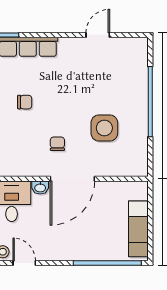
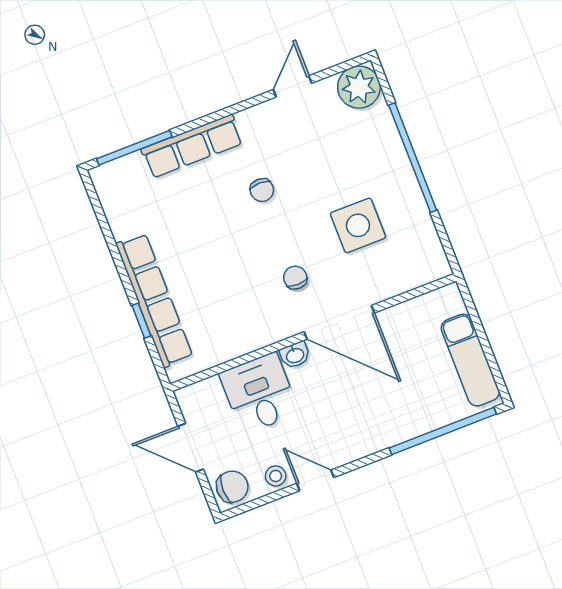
plant: (135, 50) -> (359, 87), added
chair: (25, 102) -> (262, 190), moved, turned 90
door: (72, 179) -> (339, 322), hinge flipped

